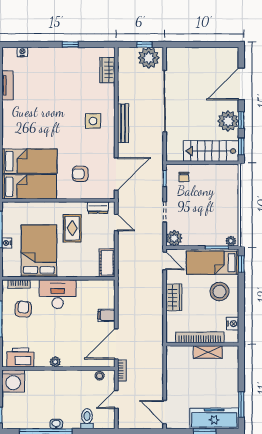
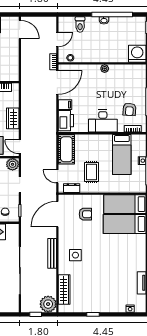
plant: (149, 58) -> (48, 304), moved
wardrobe: (107, 70) -> (64, 290), width x1.50
bed: (39, 251) -> (122, 154), width x0.67
cot: (107, 263) -> (66, 149), width x1.37, depth x1.34
printer: (20, 358) -> (66, 121), moved, turned -90

